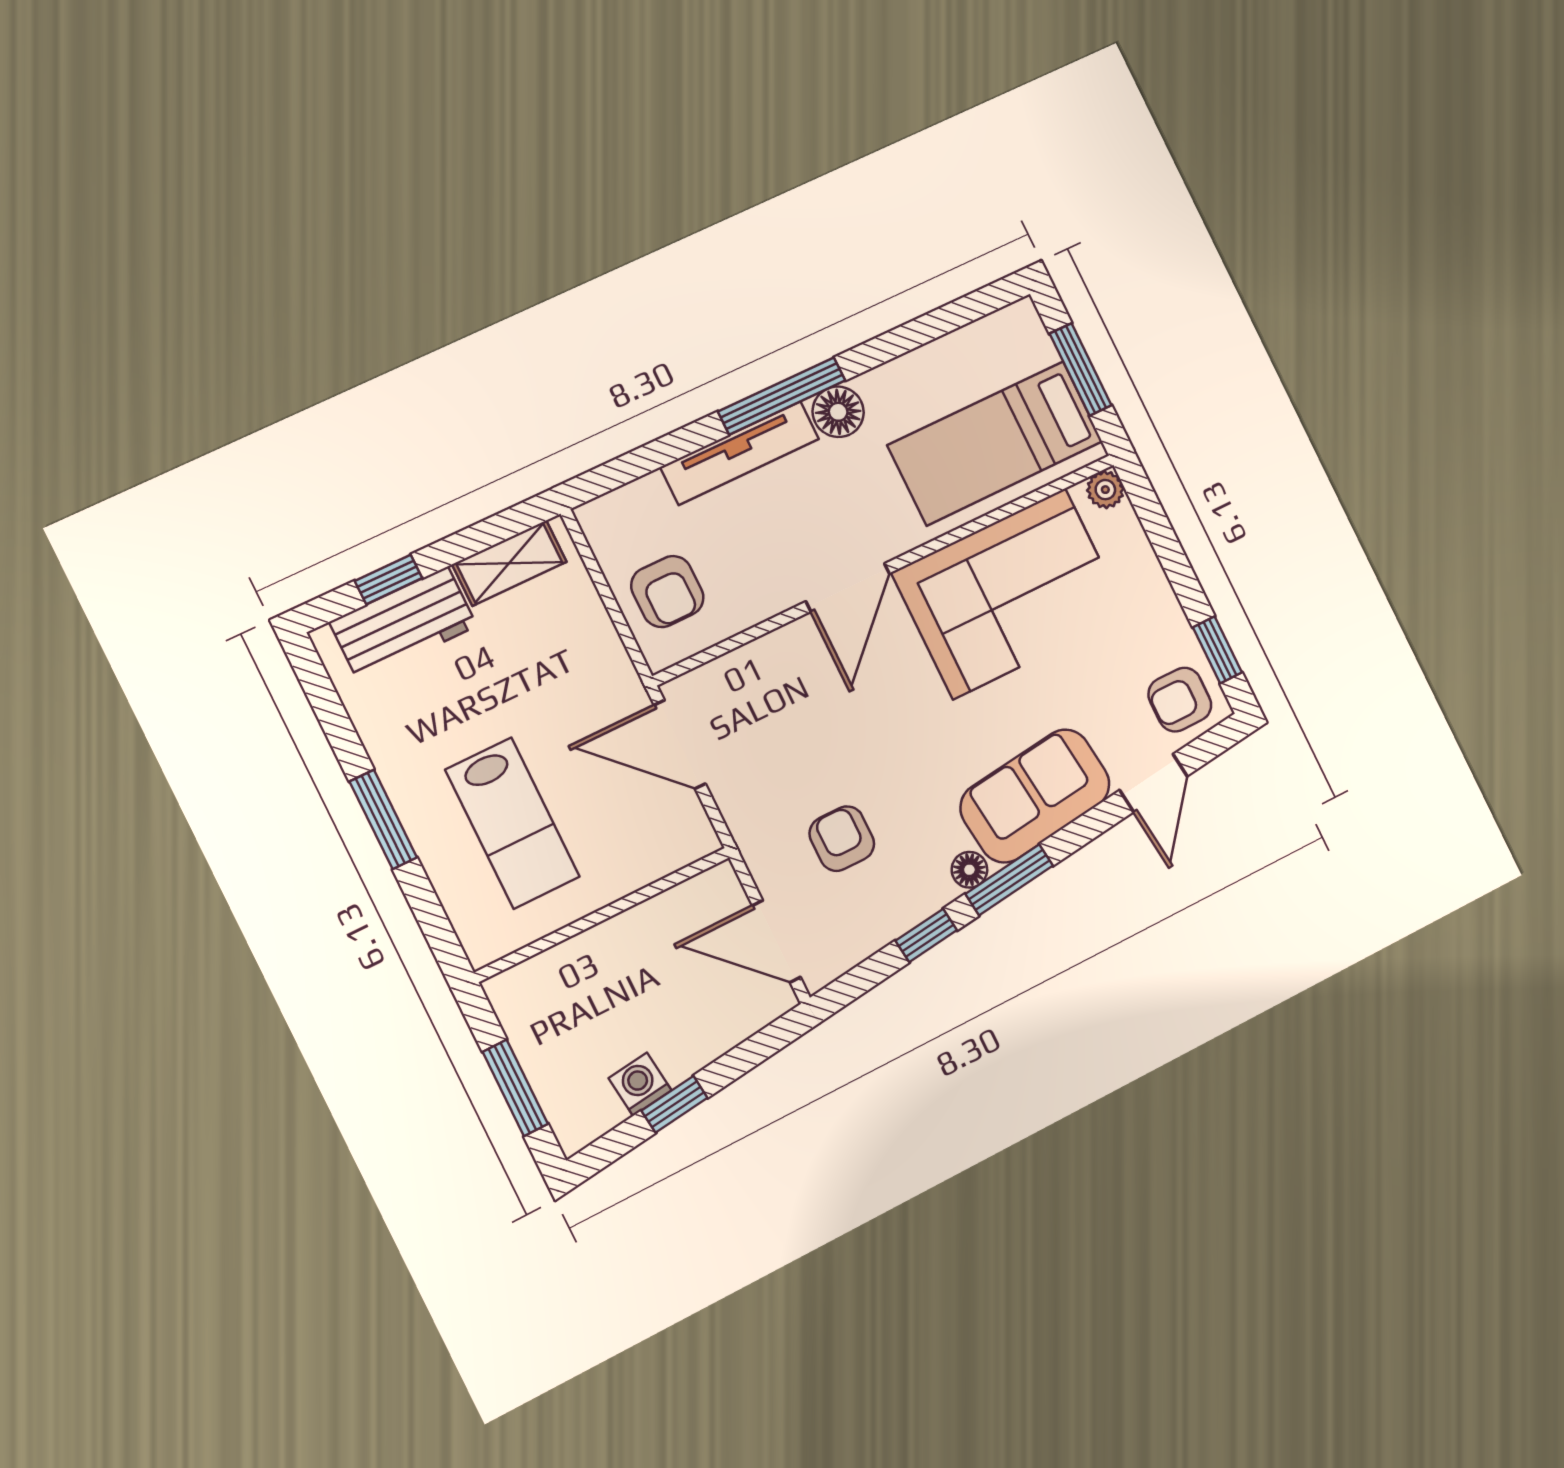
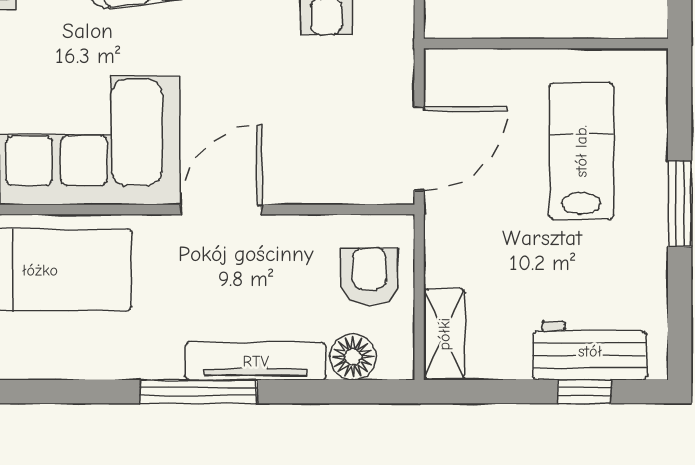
floor lamp: (838, 412) -> (353, 357), moved
shelving: (509, 563) -> (444, 334), moved, turned 90
door: (680, 744) -> (419, 149), hinge flipped

